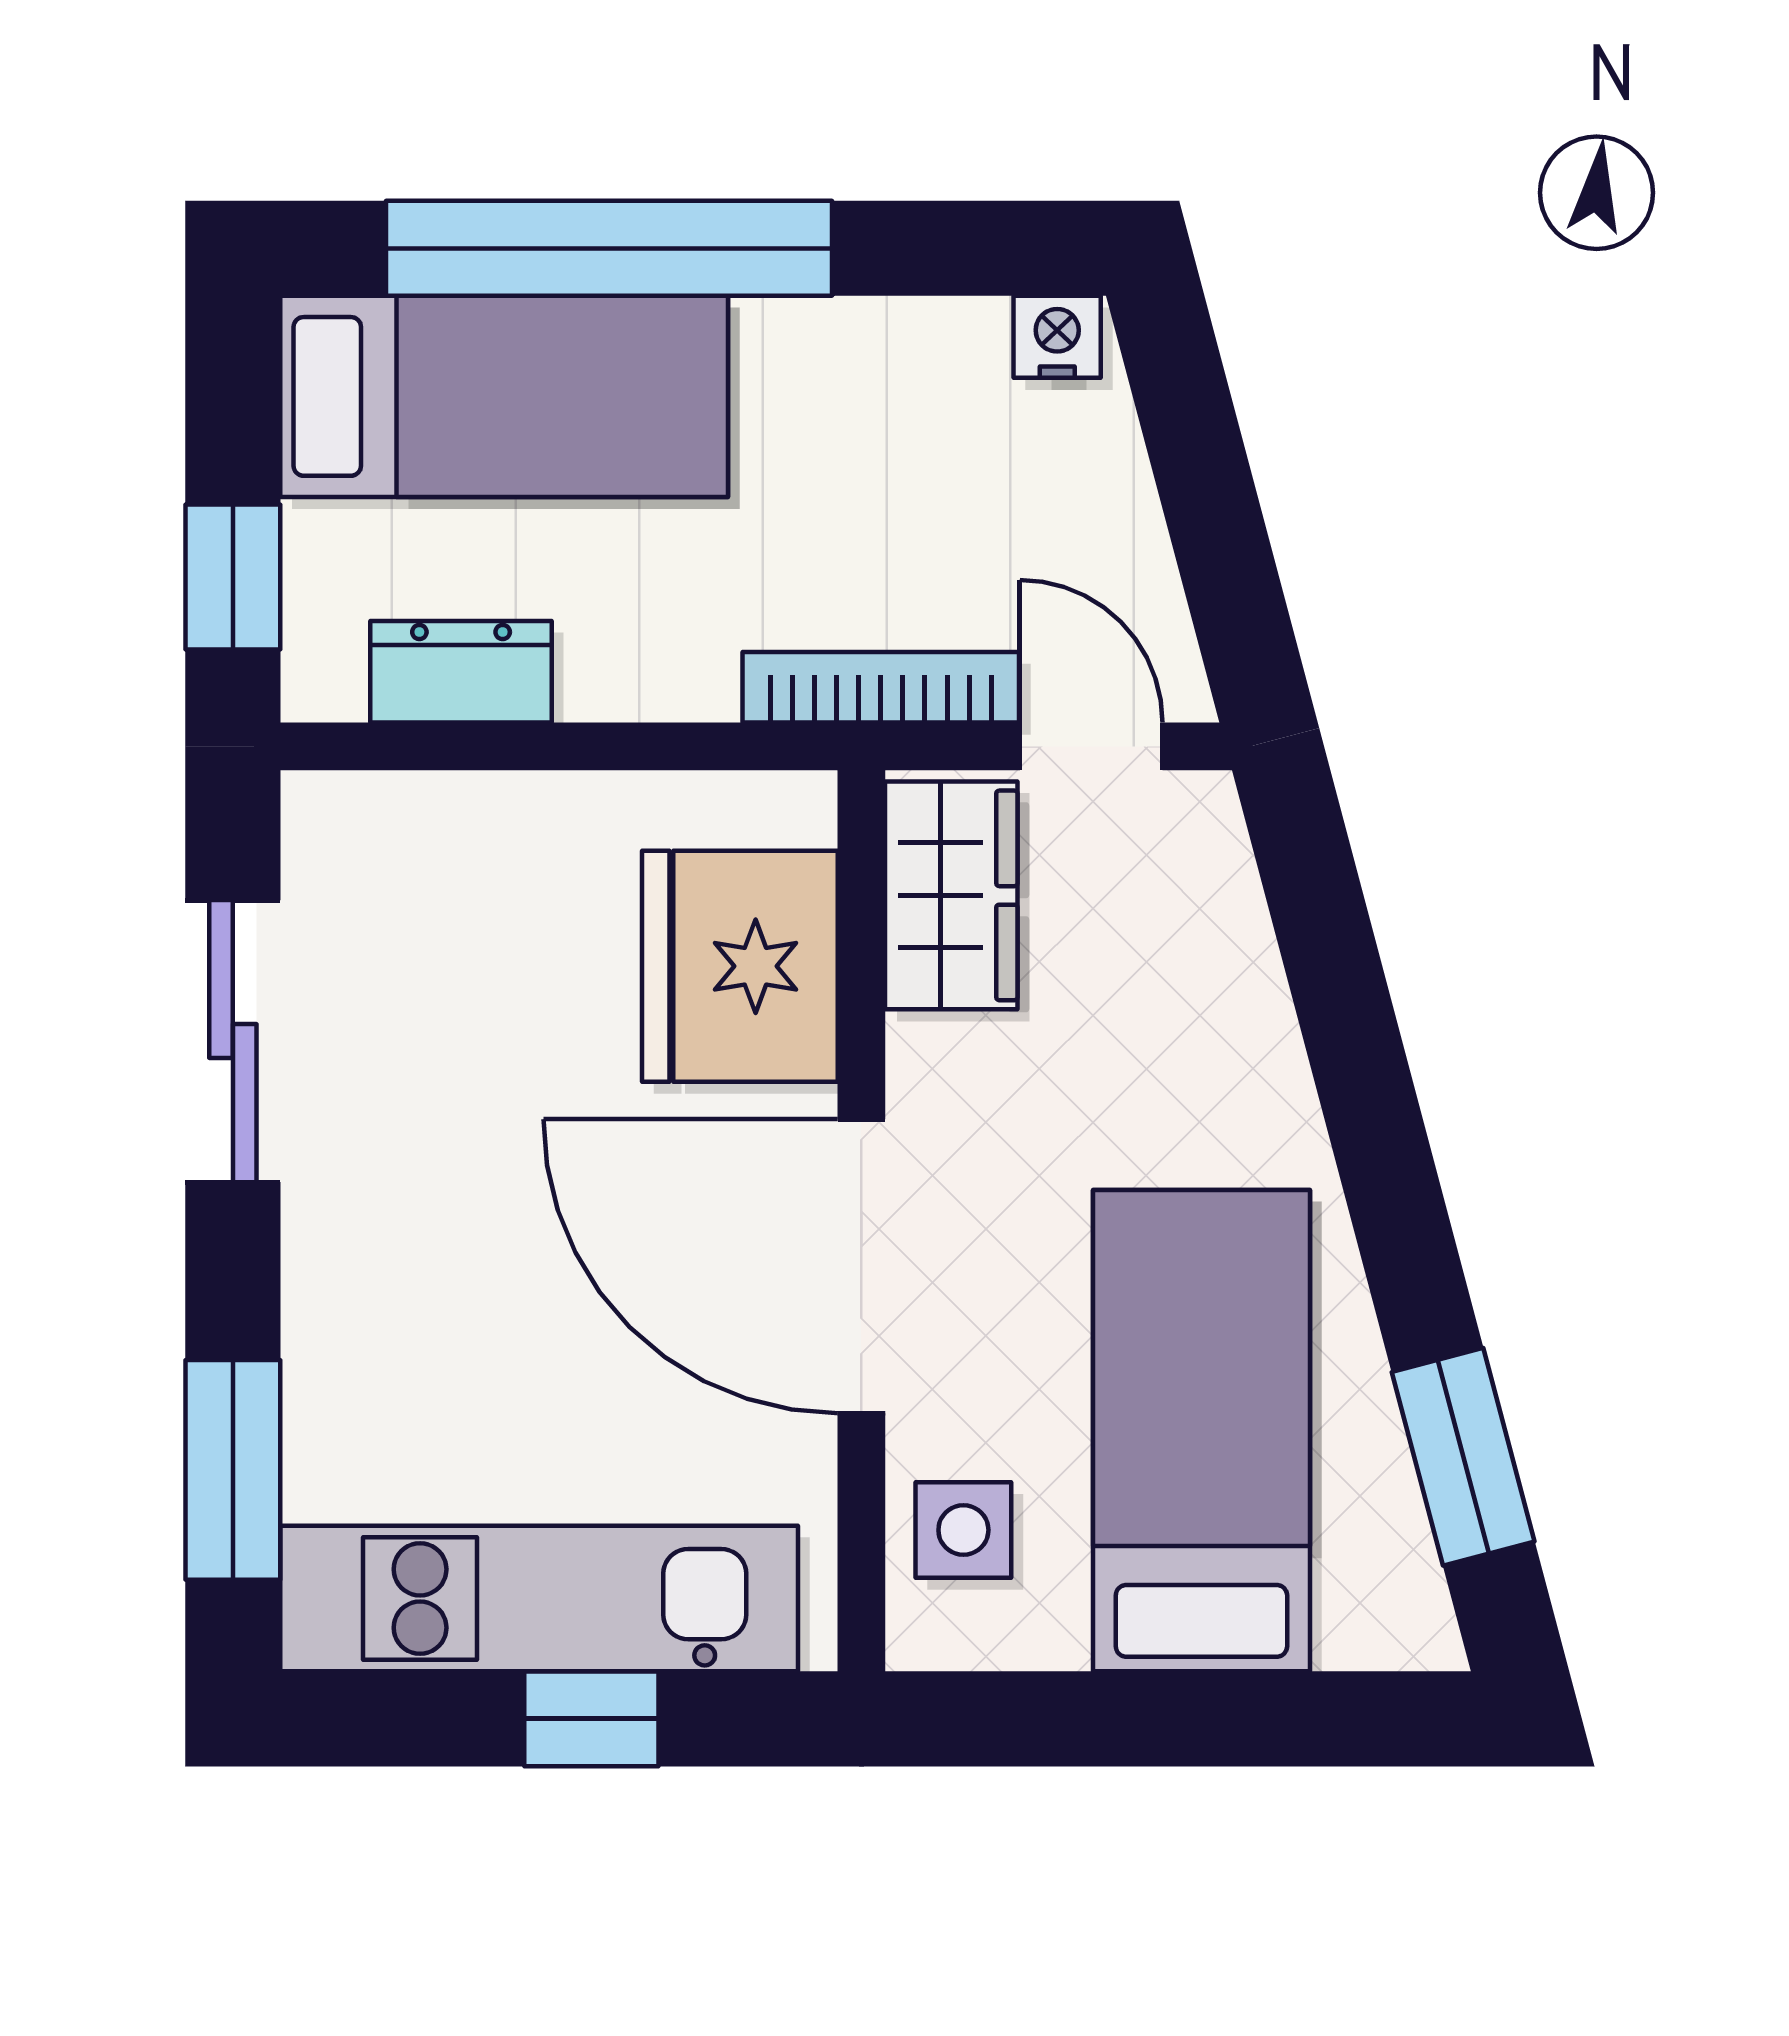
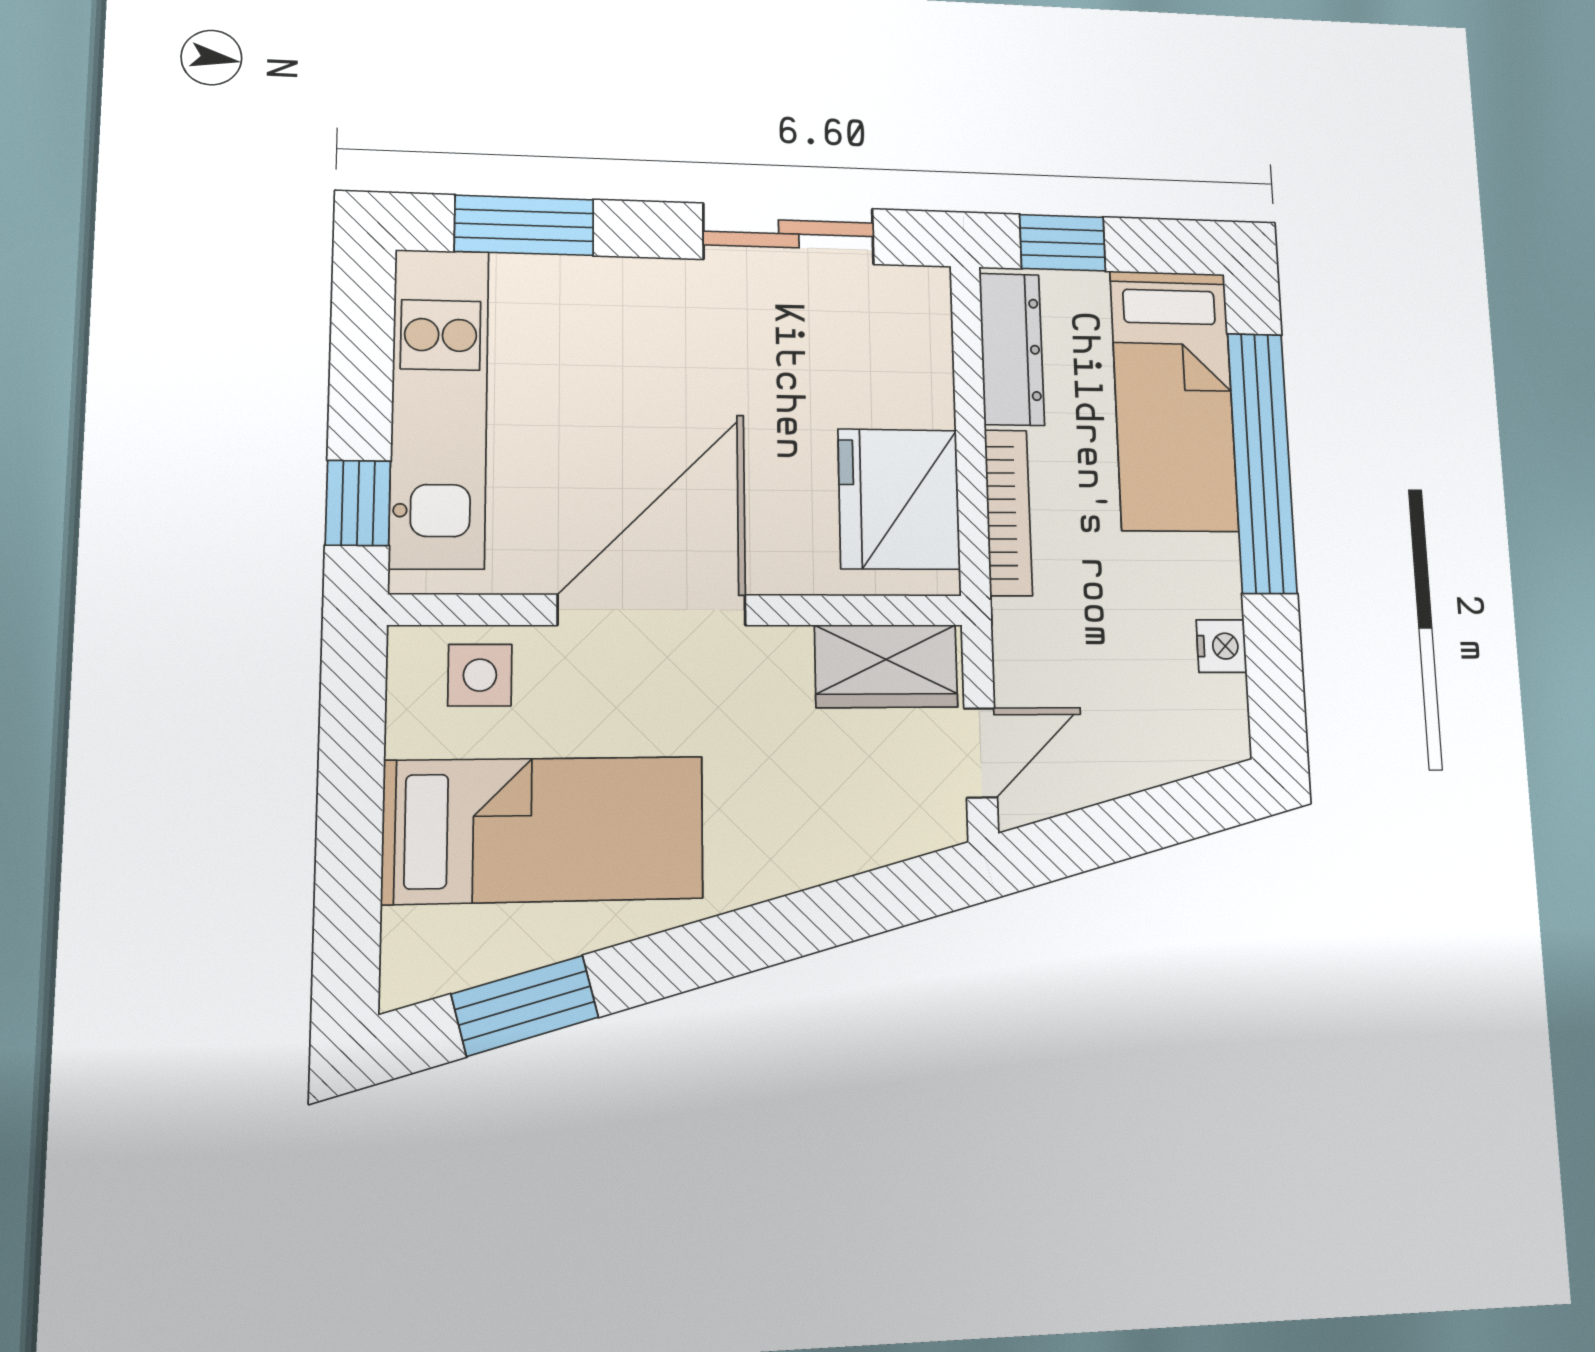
nightstand: (1057, 337) -> (1221, 646), moved
dresser: (461, 672) -> (1012, 349), width x1.44
bookcase: (881, 687) -> (1008, 513), moved
fridge: (740, 966) -> (899, 499), moved, turned -90
window: (591, 1719) -> (358, 503), moved

